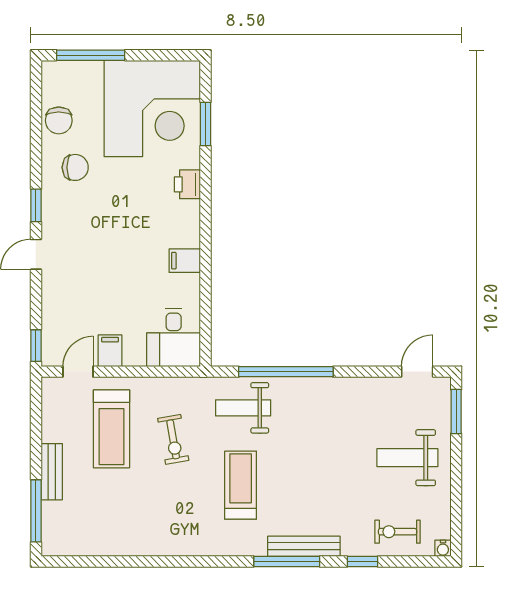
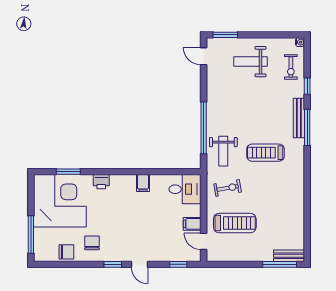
window: (36, 346) -> (178, 264), moved
exercise bike: (173, 439) -> (228, 188), moved
weight bench: (407, 458) -> (250, 62), turned 90
bench: (52, 472) -> (289, 256), moved

